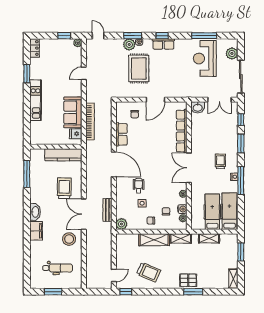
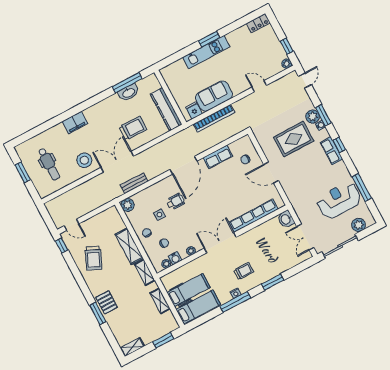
window: (27, 74) -> (209, 39), moved
window: (241, 120) -> (297, 269), removed
washbasin: (35, 212) -> (129, 93), moved

